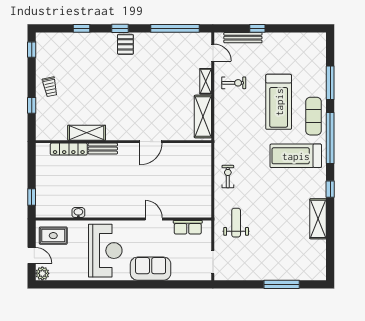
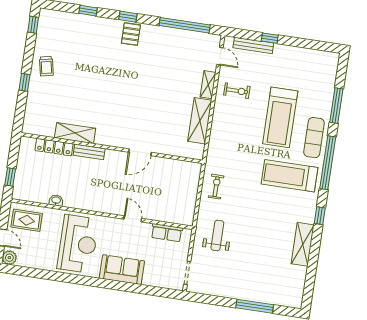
shelving: (87, 133) -> (75, 133), moved
wall: (123, 142) -> (112, 148), moved
door: (151, 142) -> (140, 152), moved
locker: (69, 149) -> (54, 147), moved
bench: (103, 149) -> (89, 152), moved

